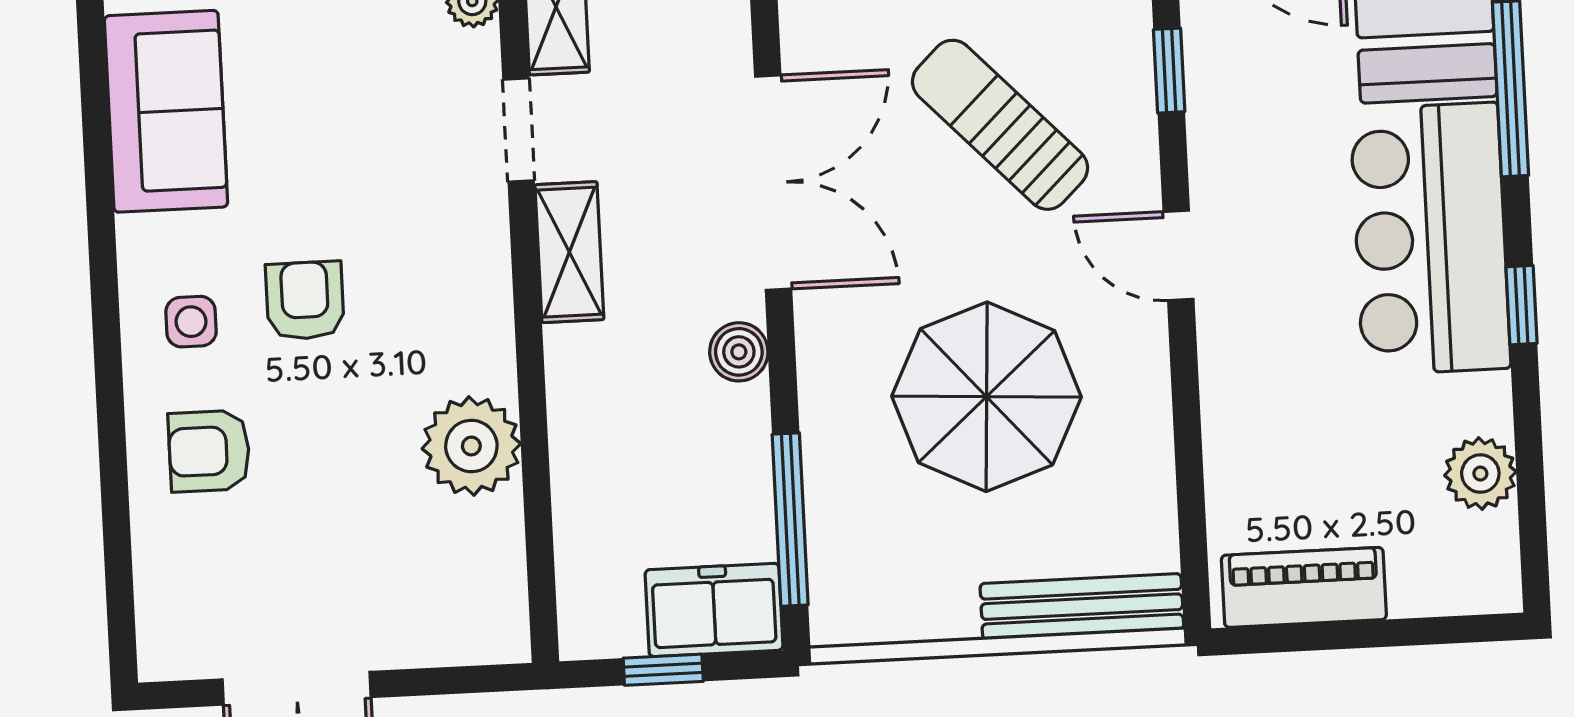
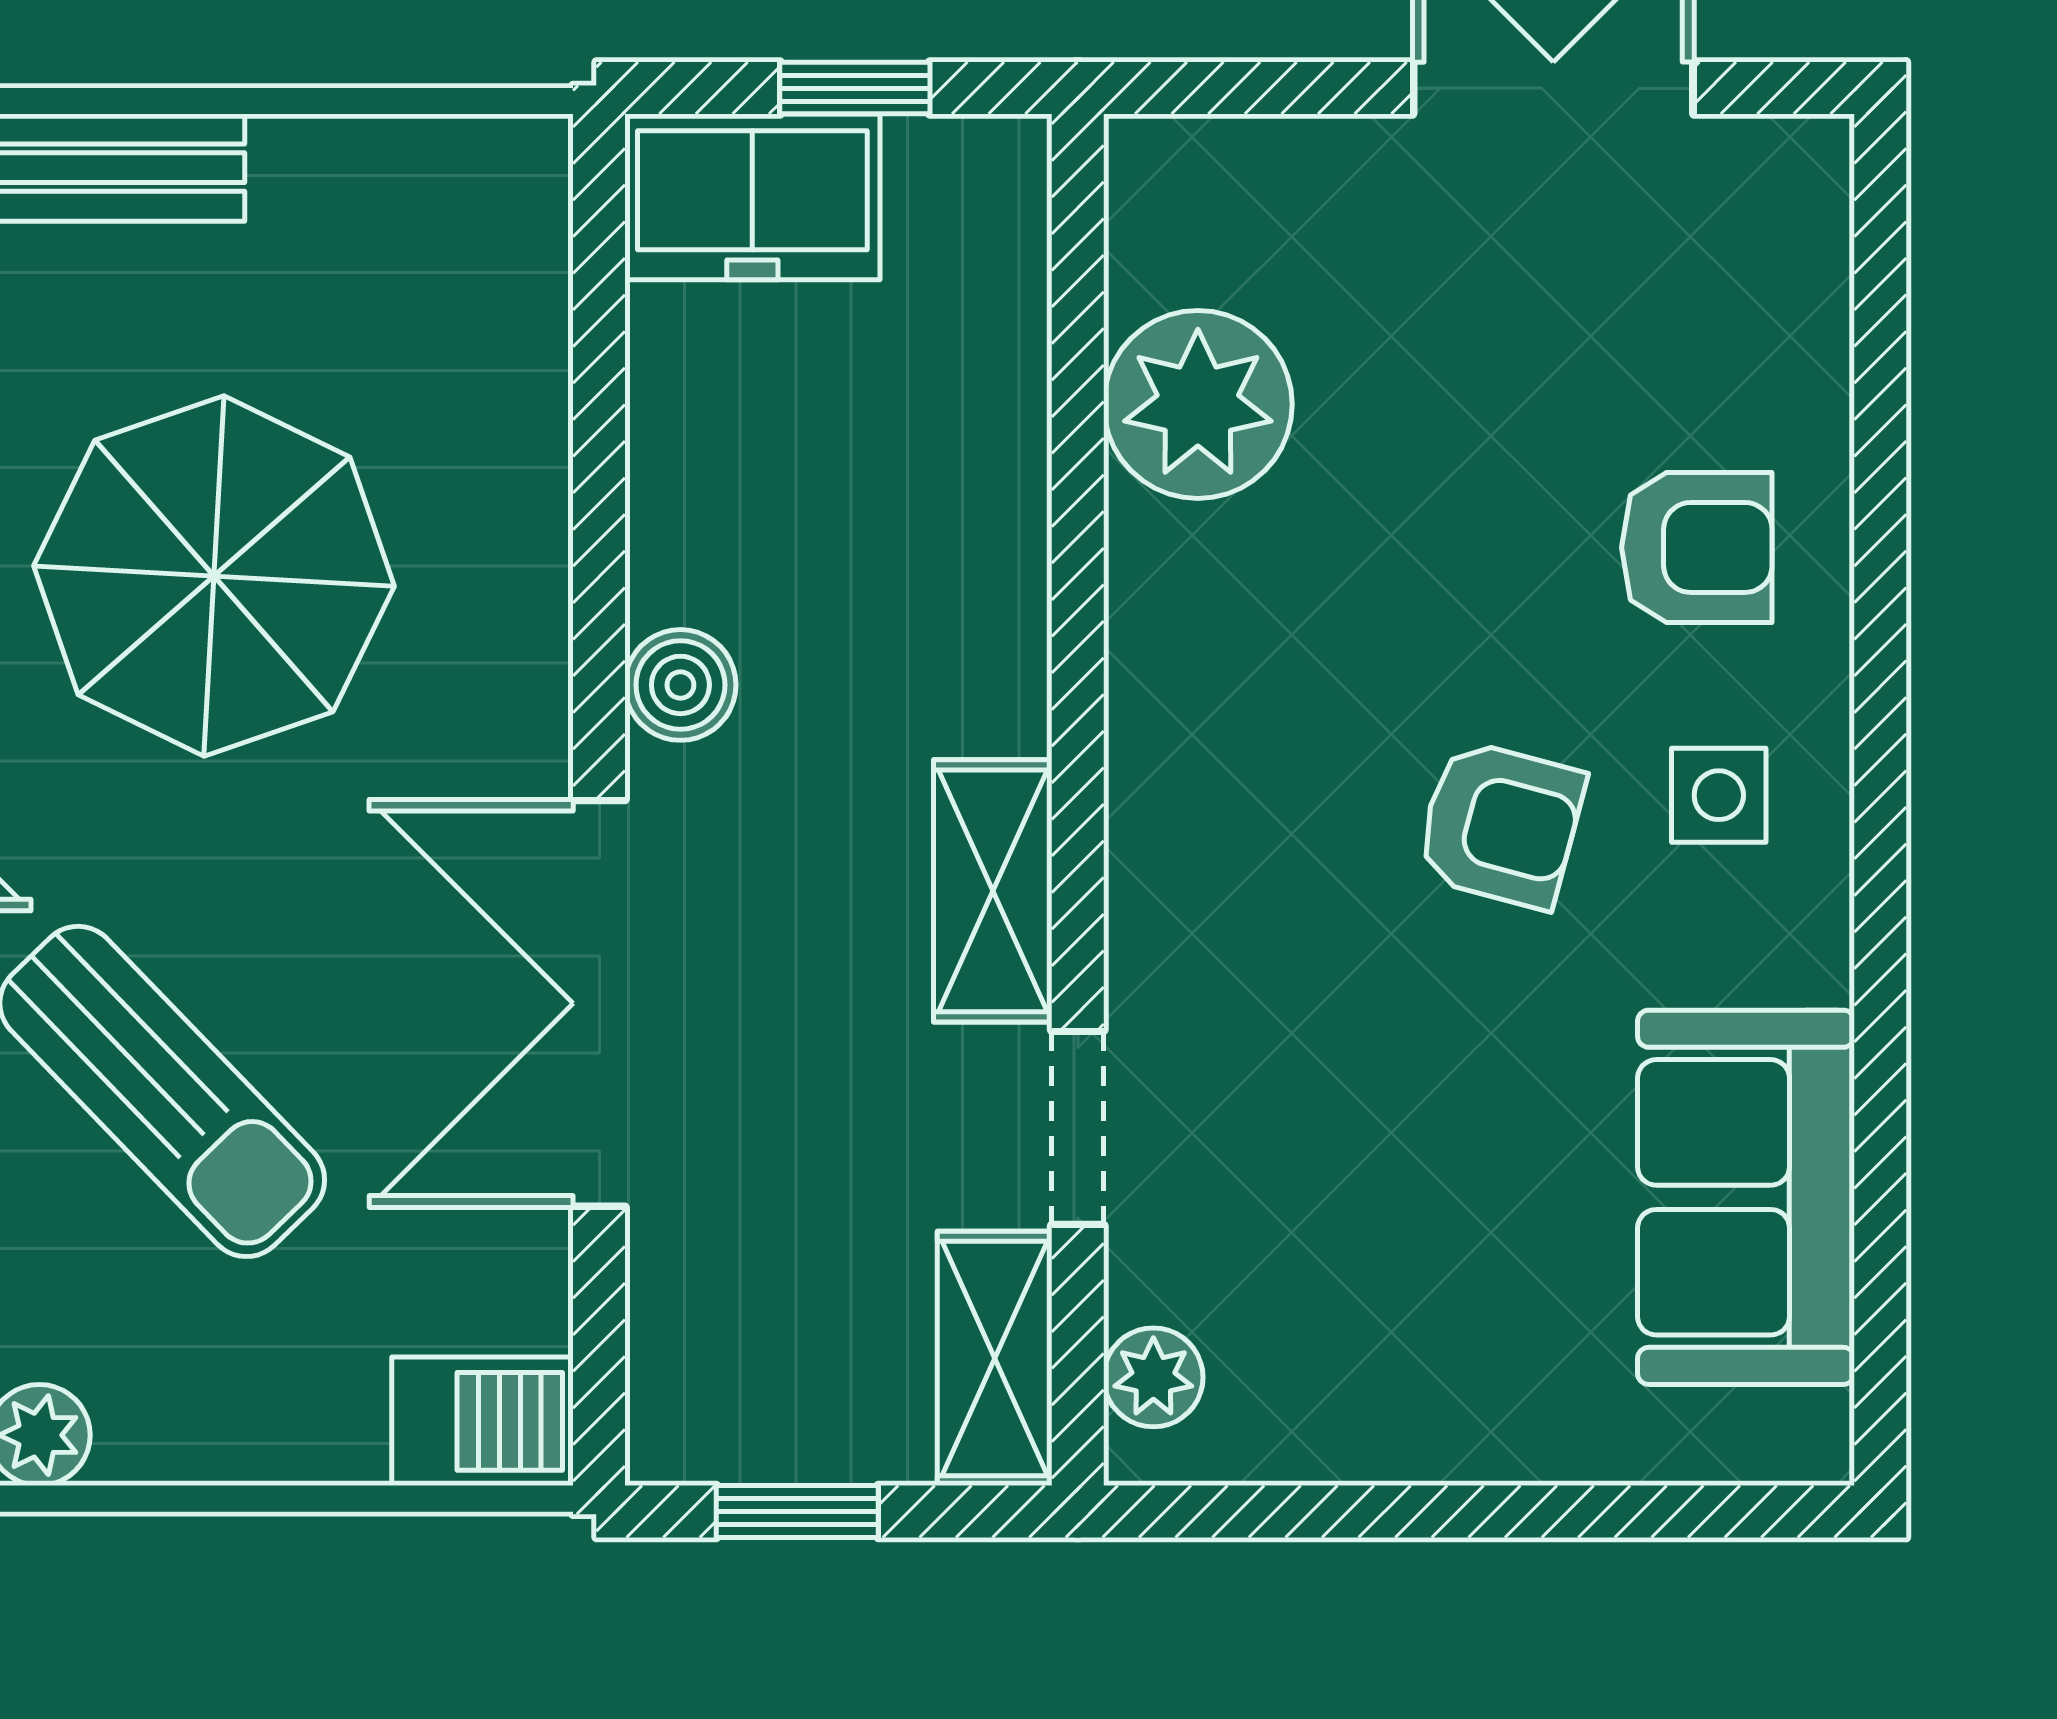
armchair: (305, 300) -> (1500, 824), turned -75
plant: (471, 446) -> (1198, 404), moved
window: (790, 520) -> (599, 361), removed

